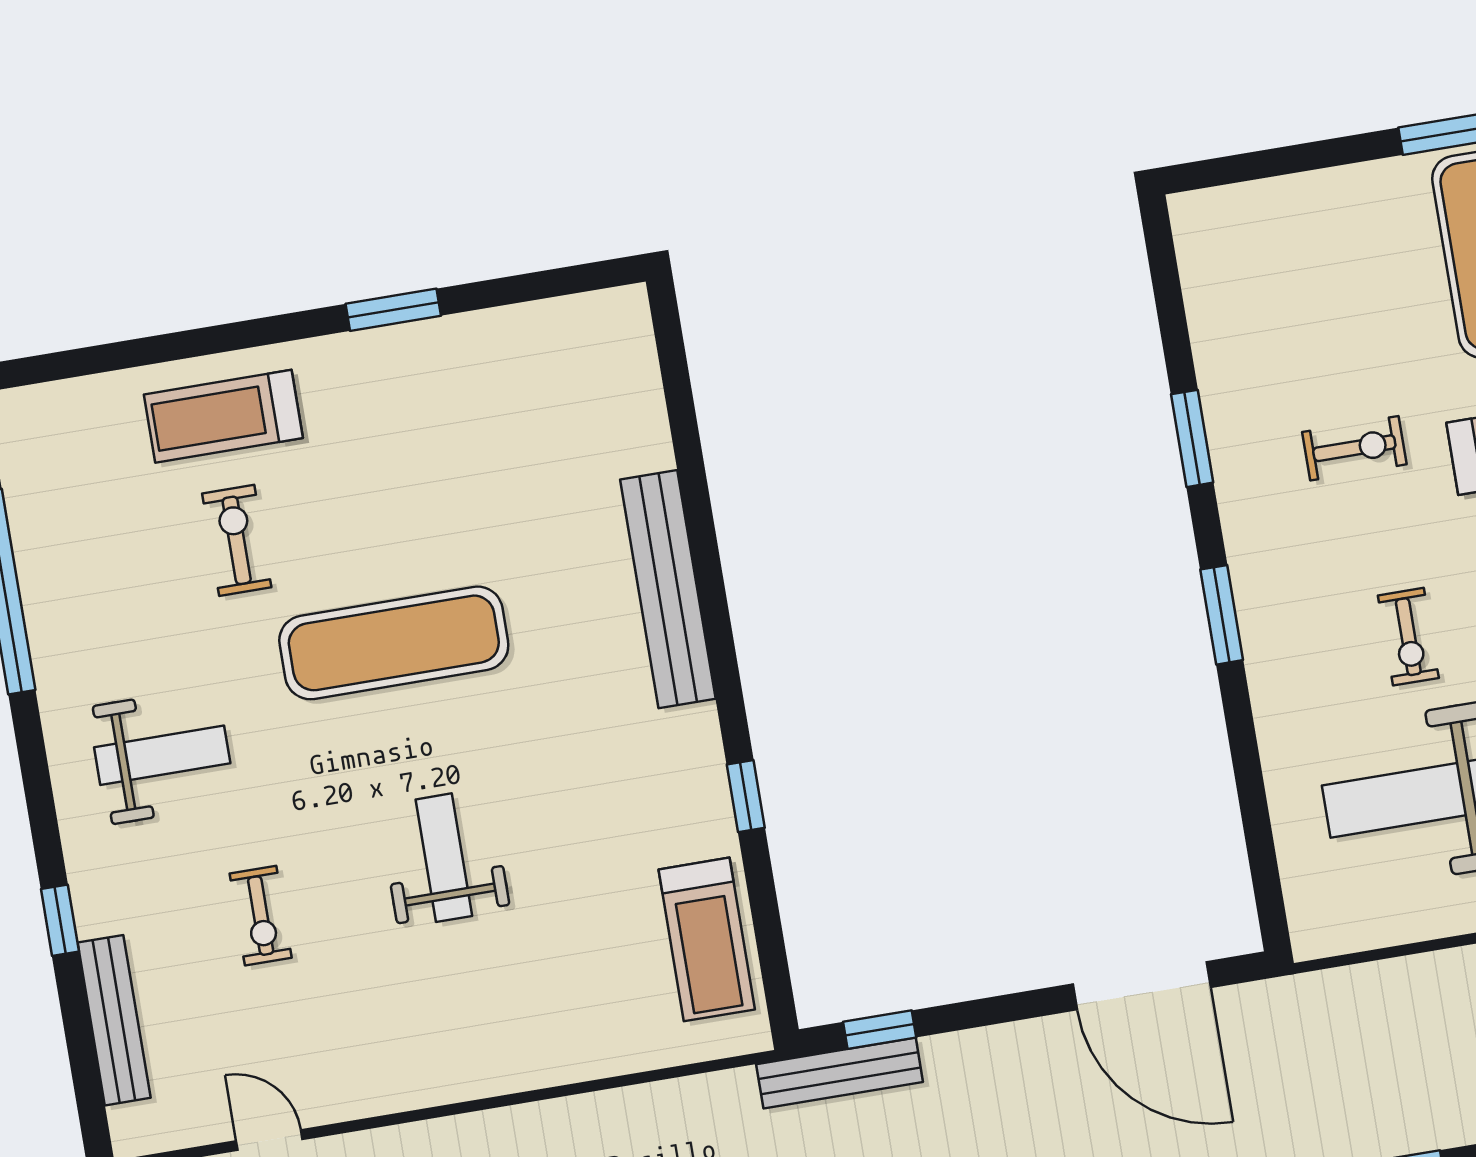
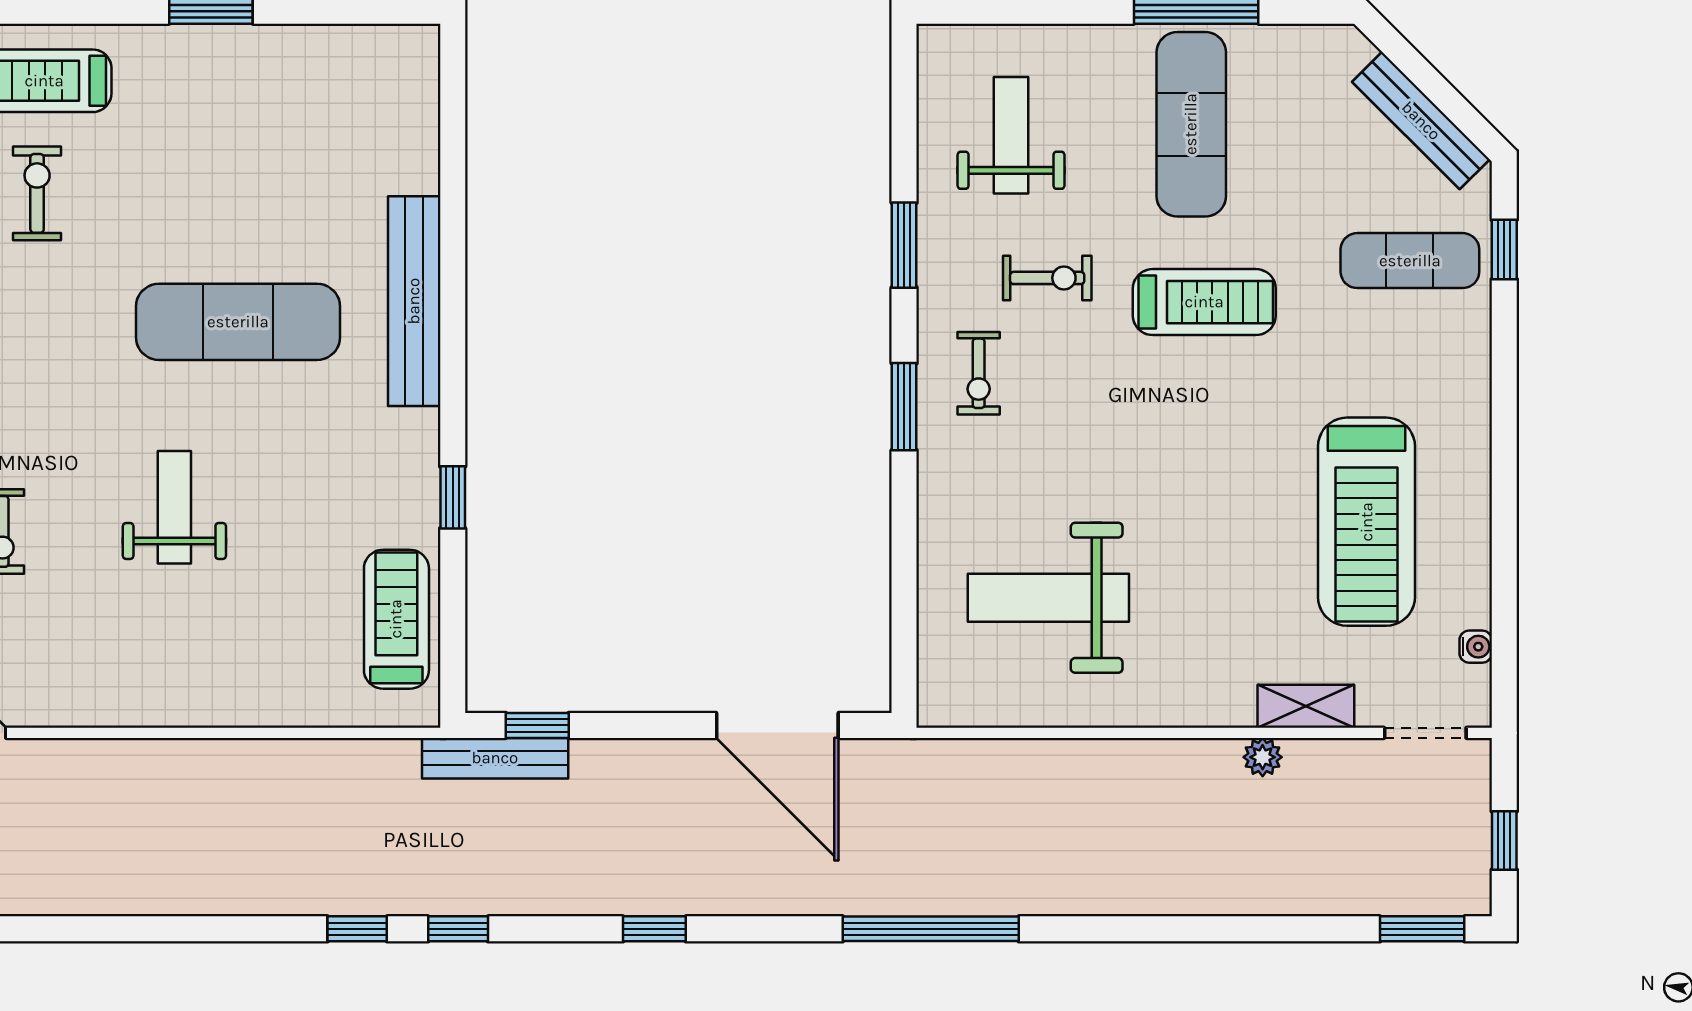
weight bench: (1289, 299) -> (1011, 135), added
exercise bike: (1408, 637) -> (979, 373), moved
exercise mat: (394, 643) -> (238, 322), moved
treadmill: (707, 939) -> (396, 619), turned 180

